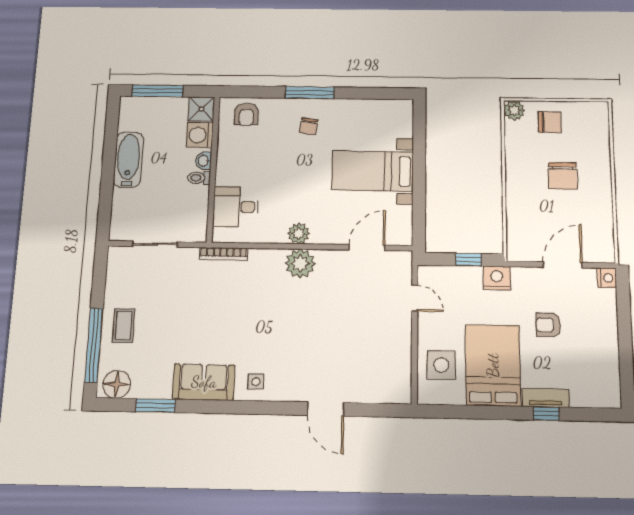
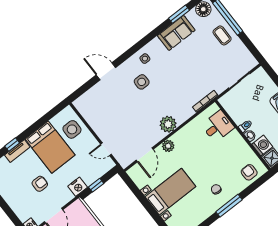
plant: (299, 234) -> (168, 146), moved
side table: (288, 352) -> (142, 82), added
sofa: (204, 382) -> (176, 33), moved

